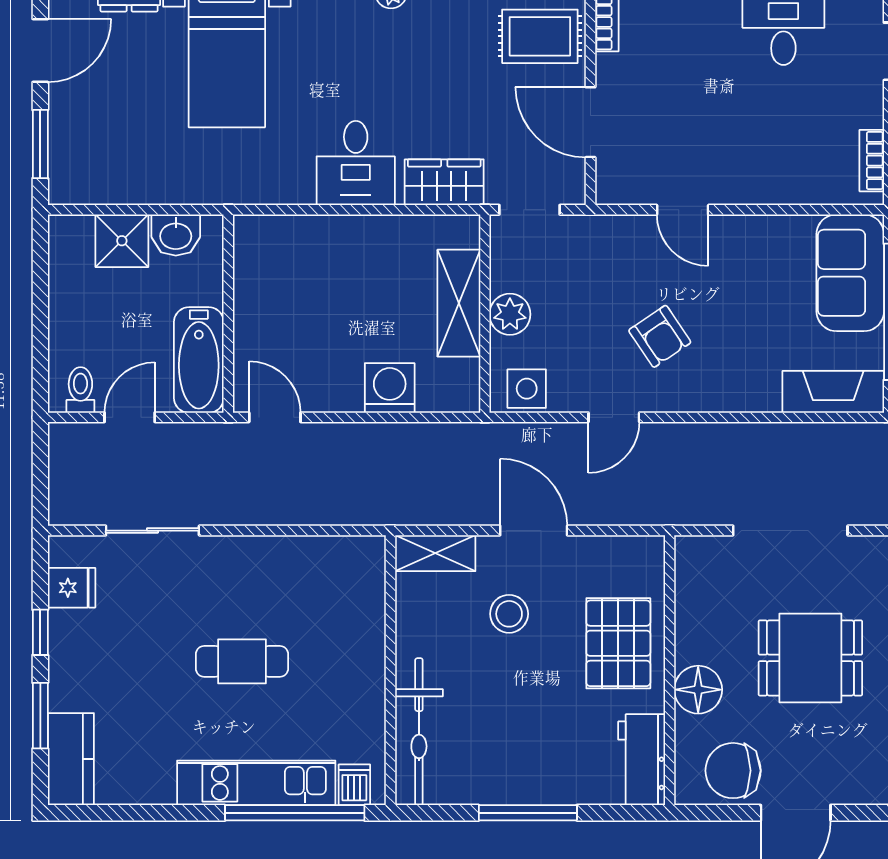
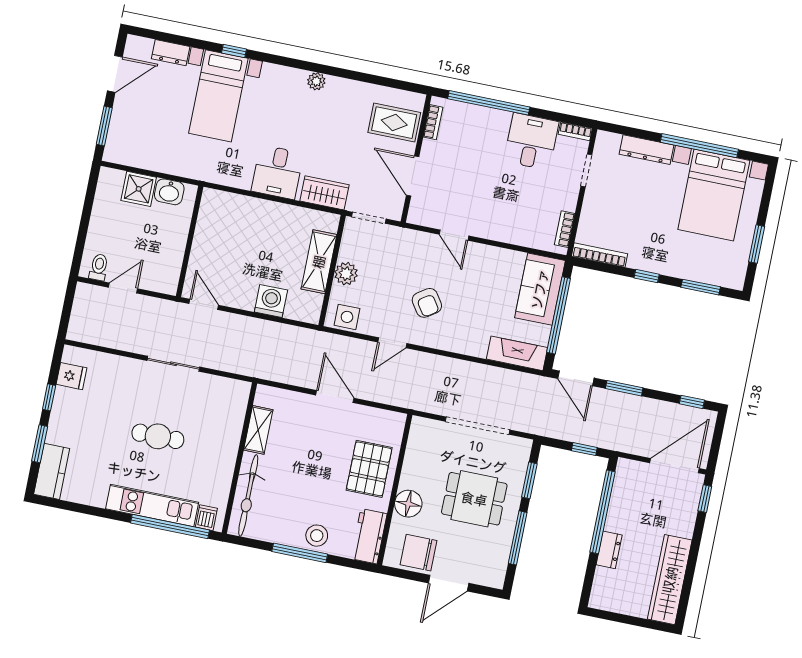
bathtub: (199, 360) -> (168, 264), removed
sliding door: (152, 531) -> (173, 364), moved
shelving: (435, 553) -> (258, 430), moved, turned 90
stool: (509, 614) -> (317, 536), moved

